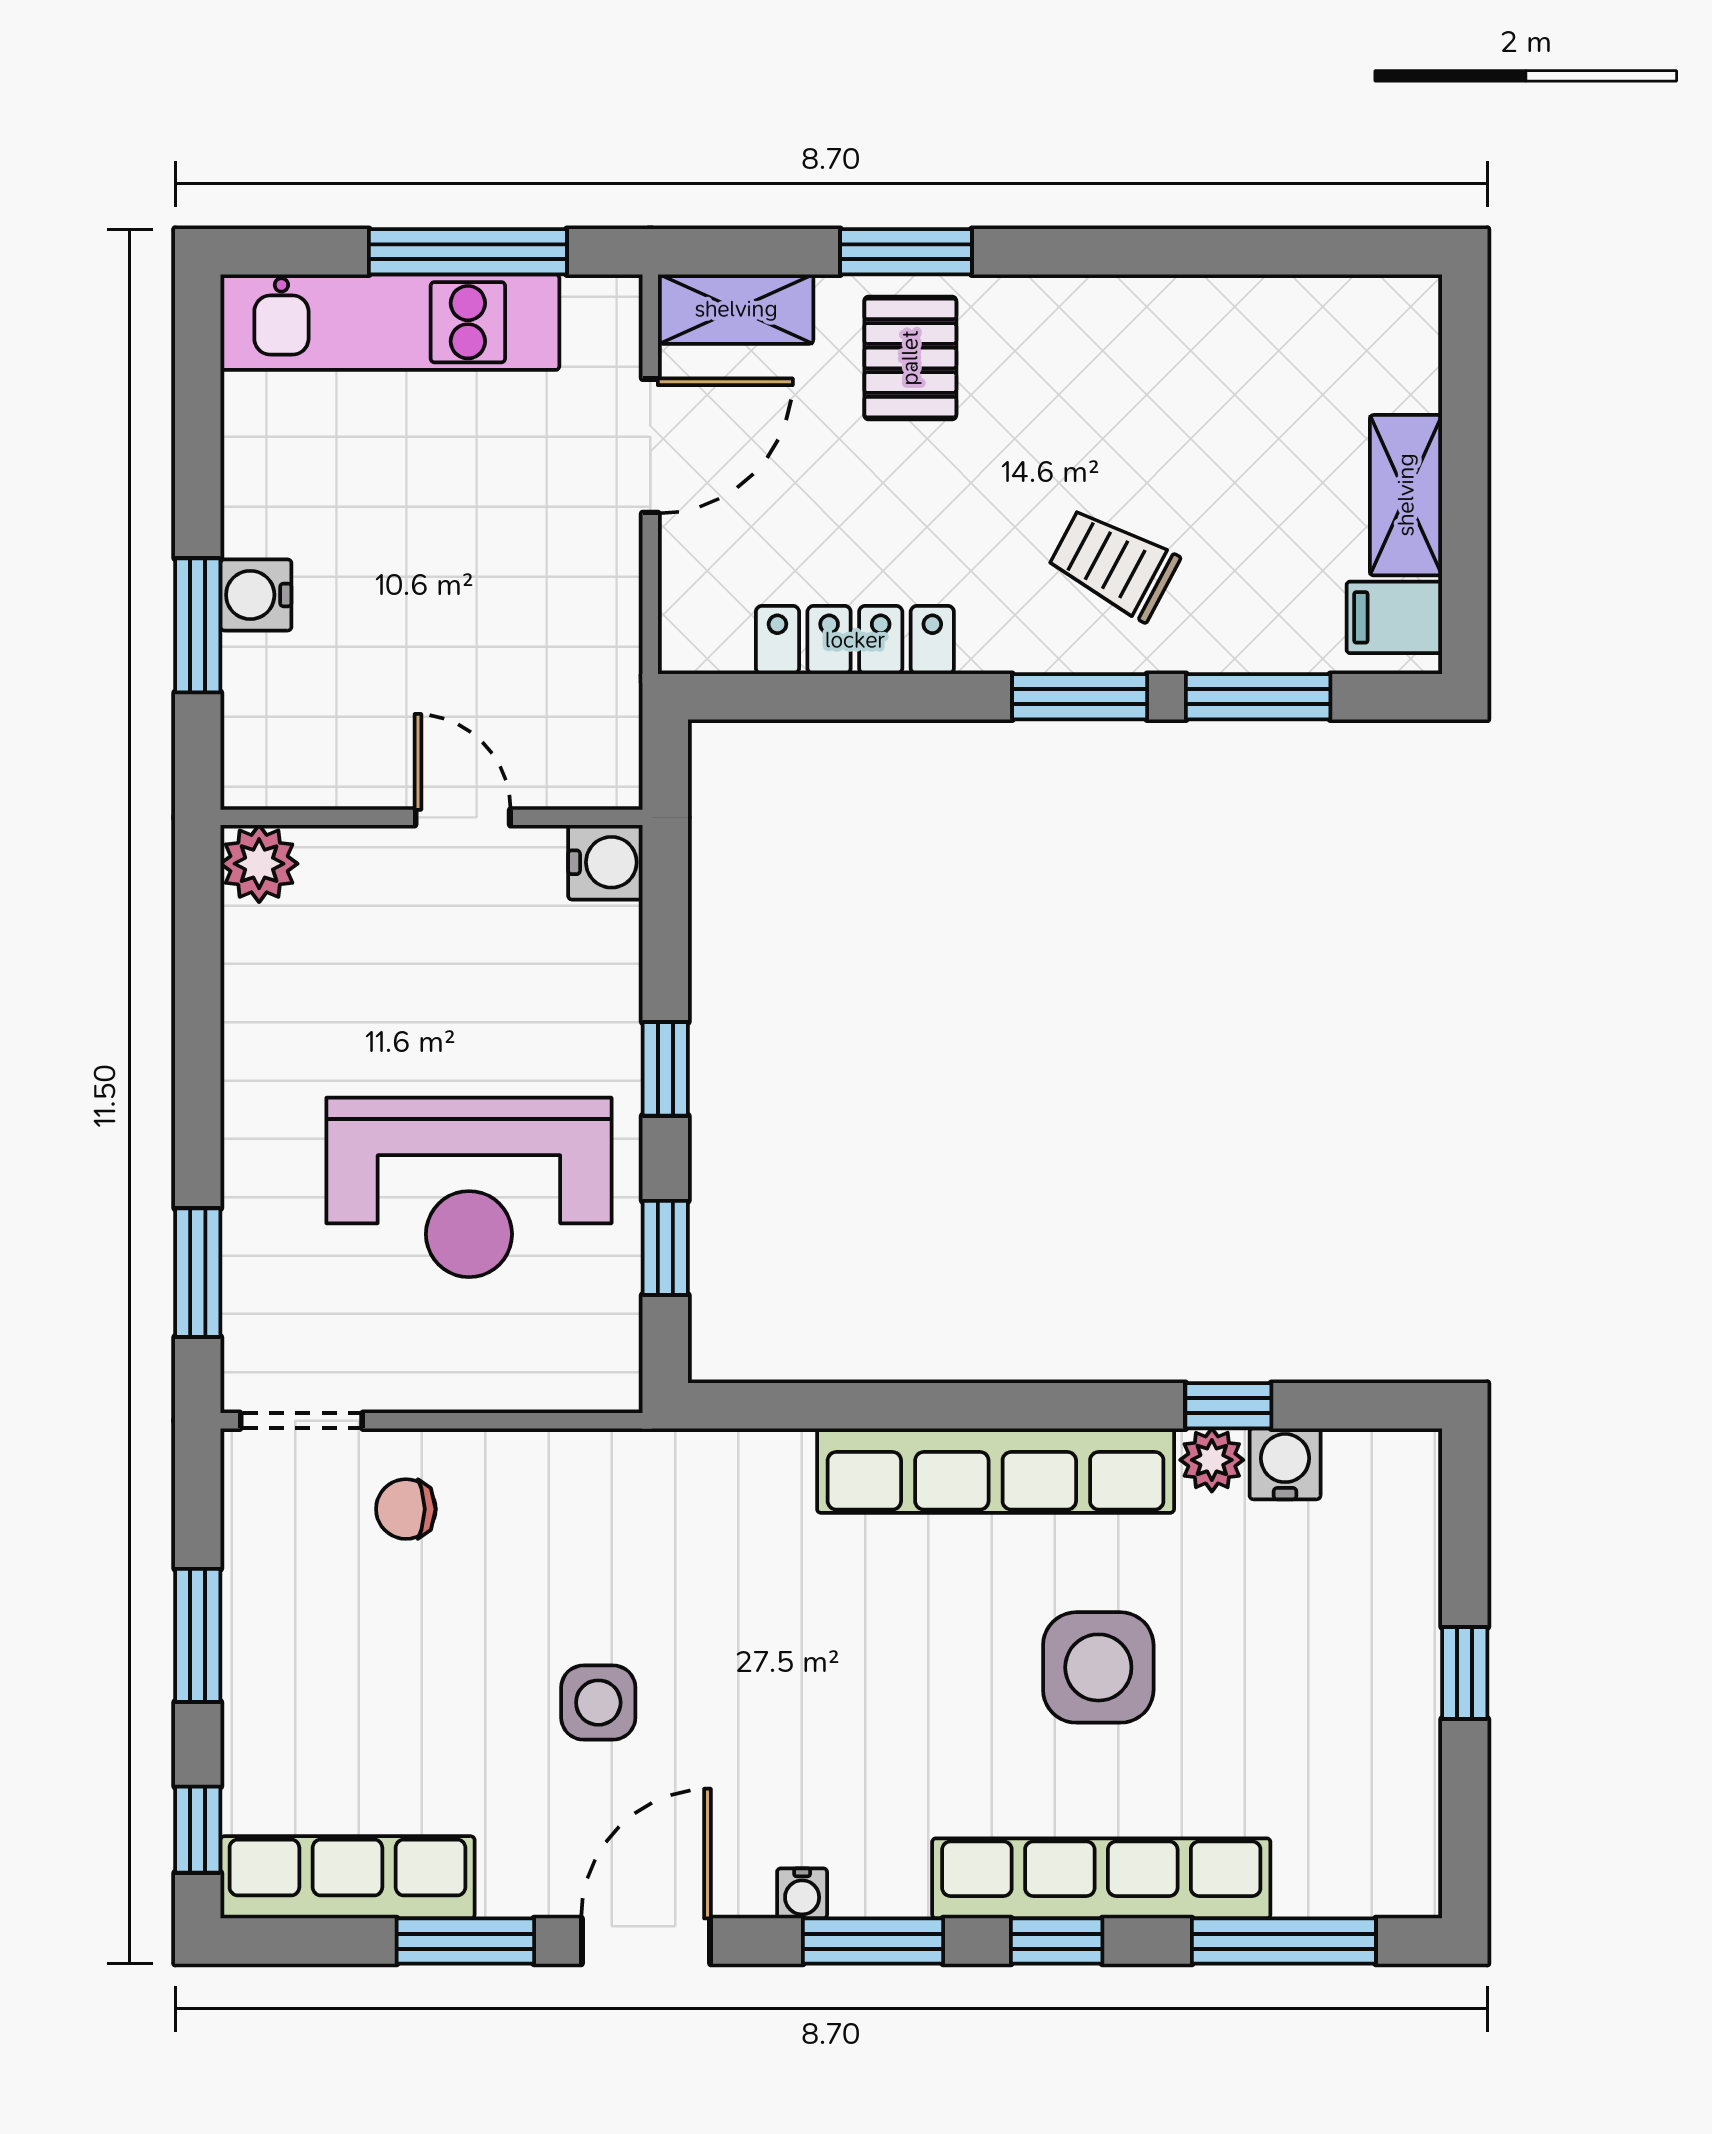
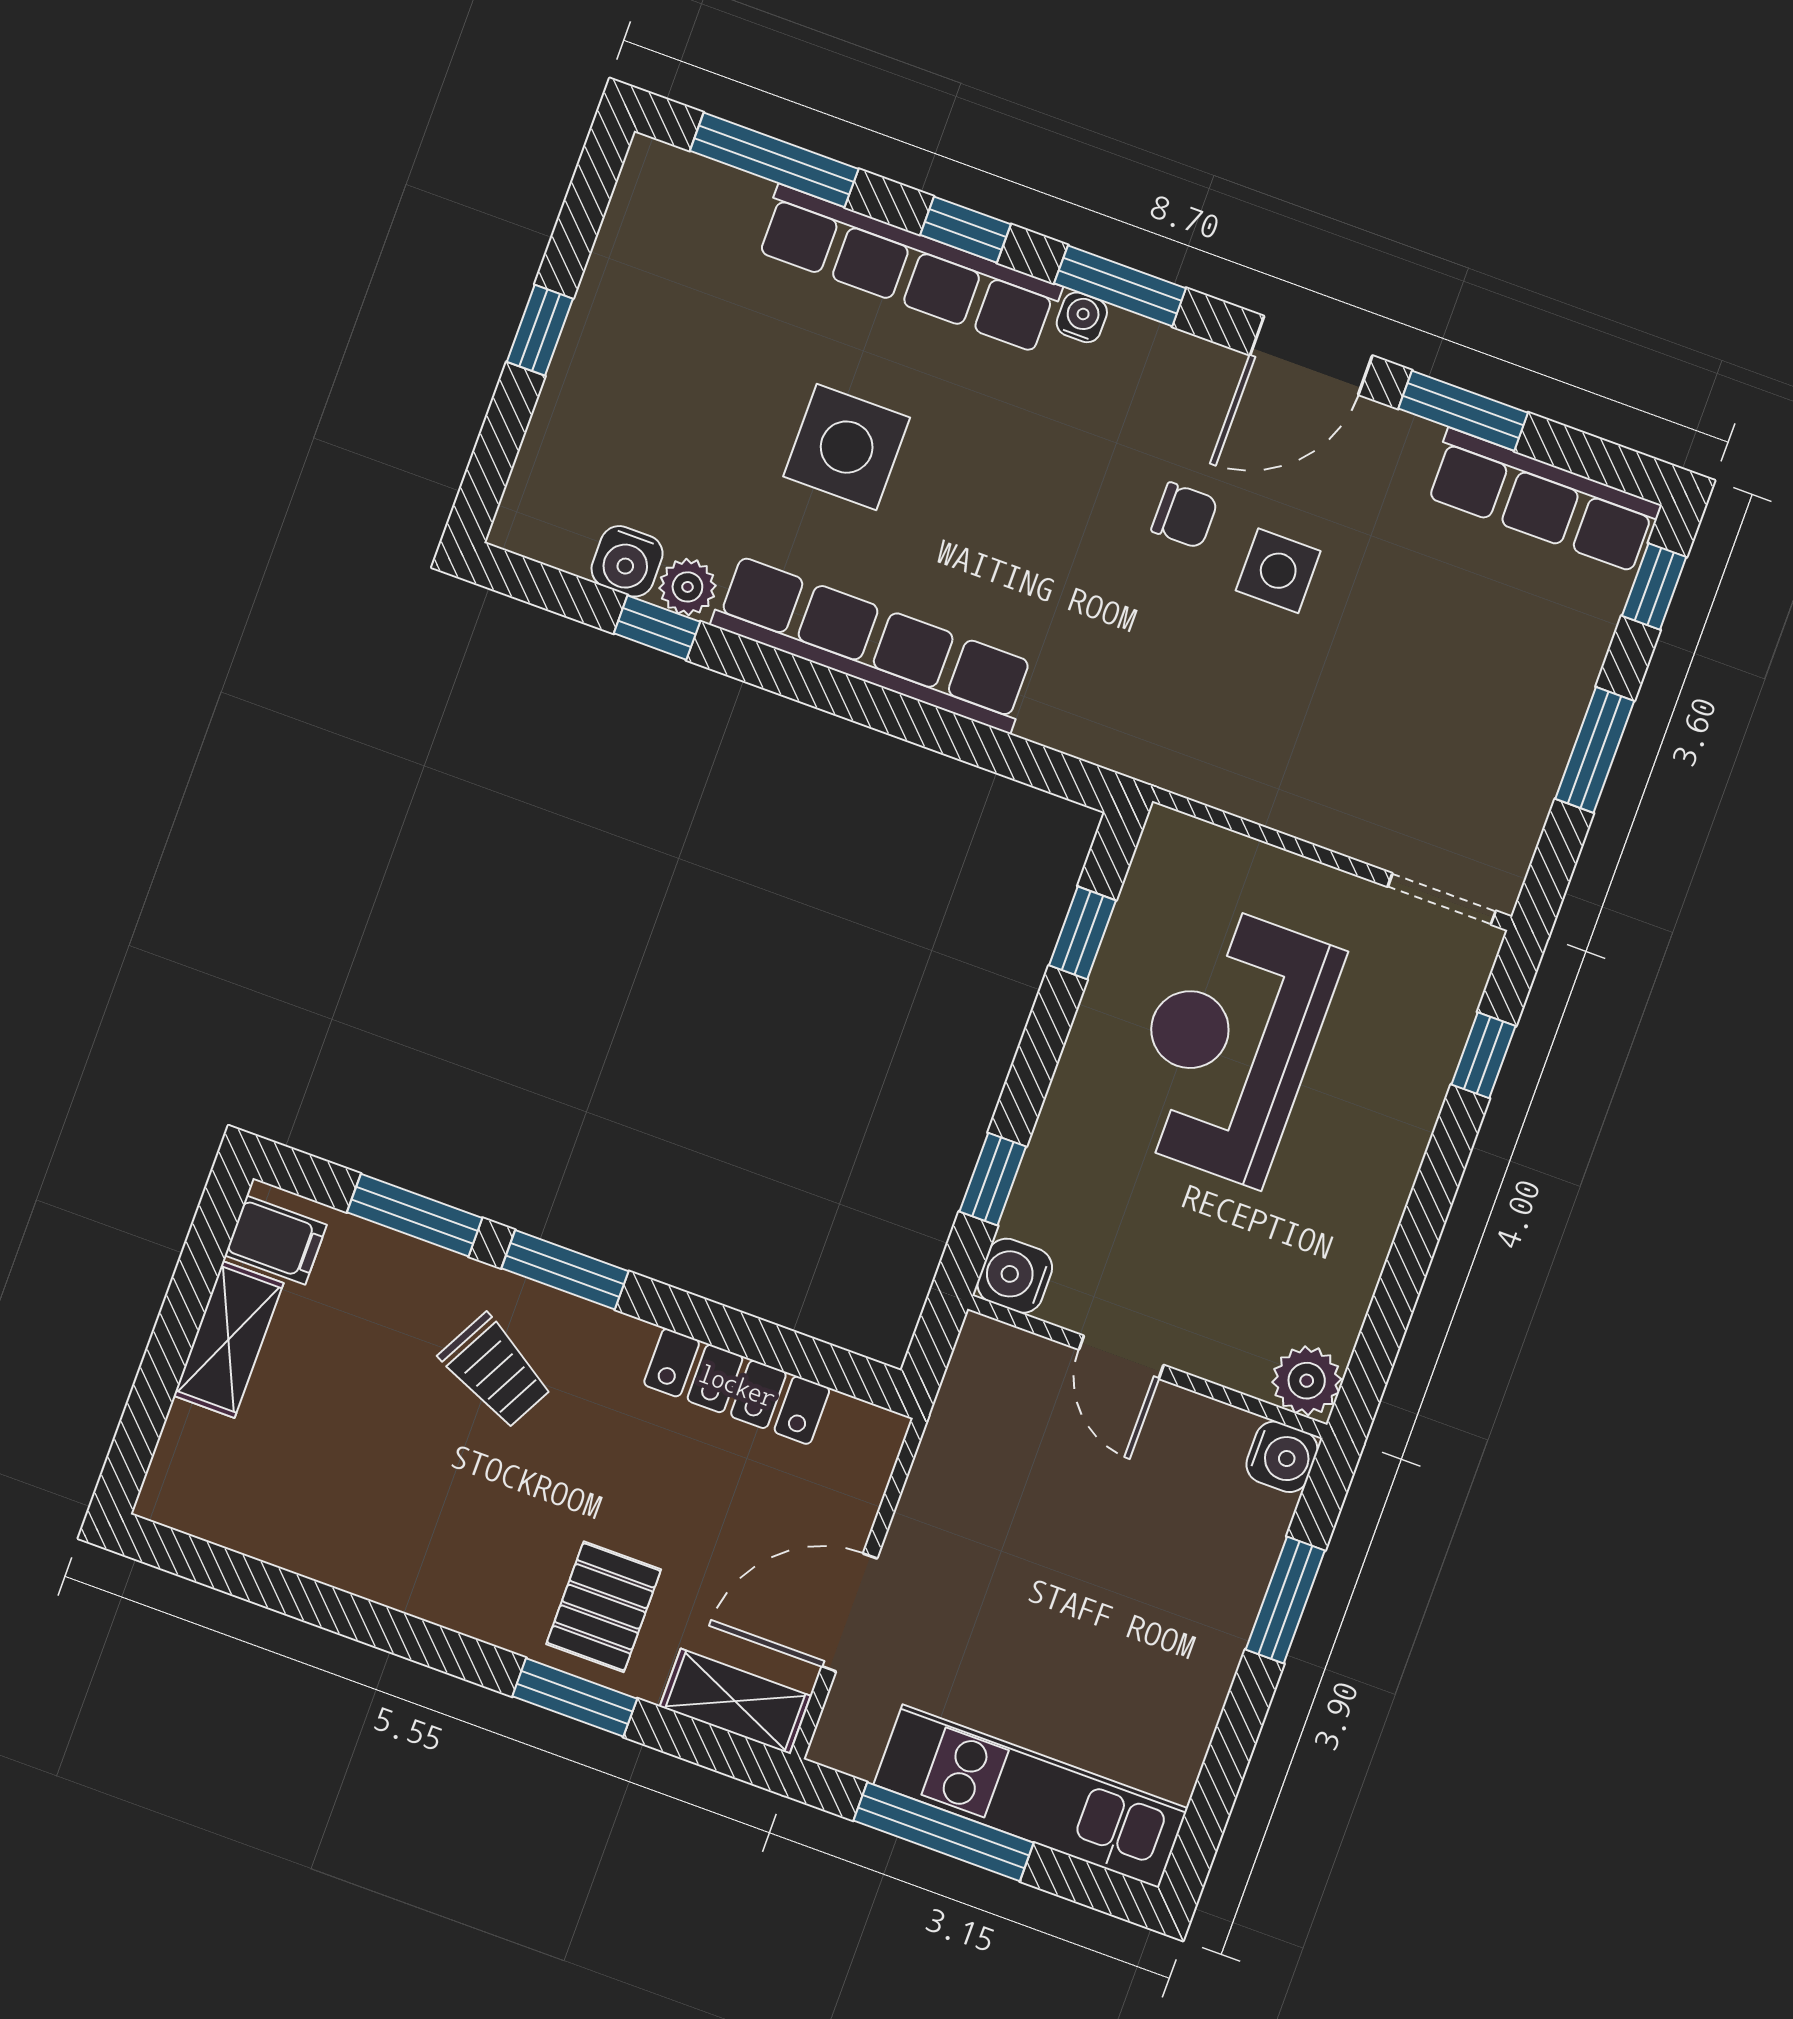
water cooler: (256, 595) -> (1282, 1457), moved
window: (665, 1069) -> (993, 1179), moved
reception desk: (469, 1187) -> (1229, 1044), turned -90
window: (198, 1273) -> (1484, 1055), width x0.67
chair: (406, 1509) -> (1185, 515), moved
water cooler: (802, 1893) -> (1082, 317), moved

